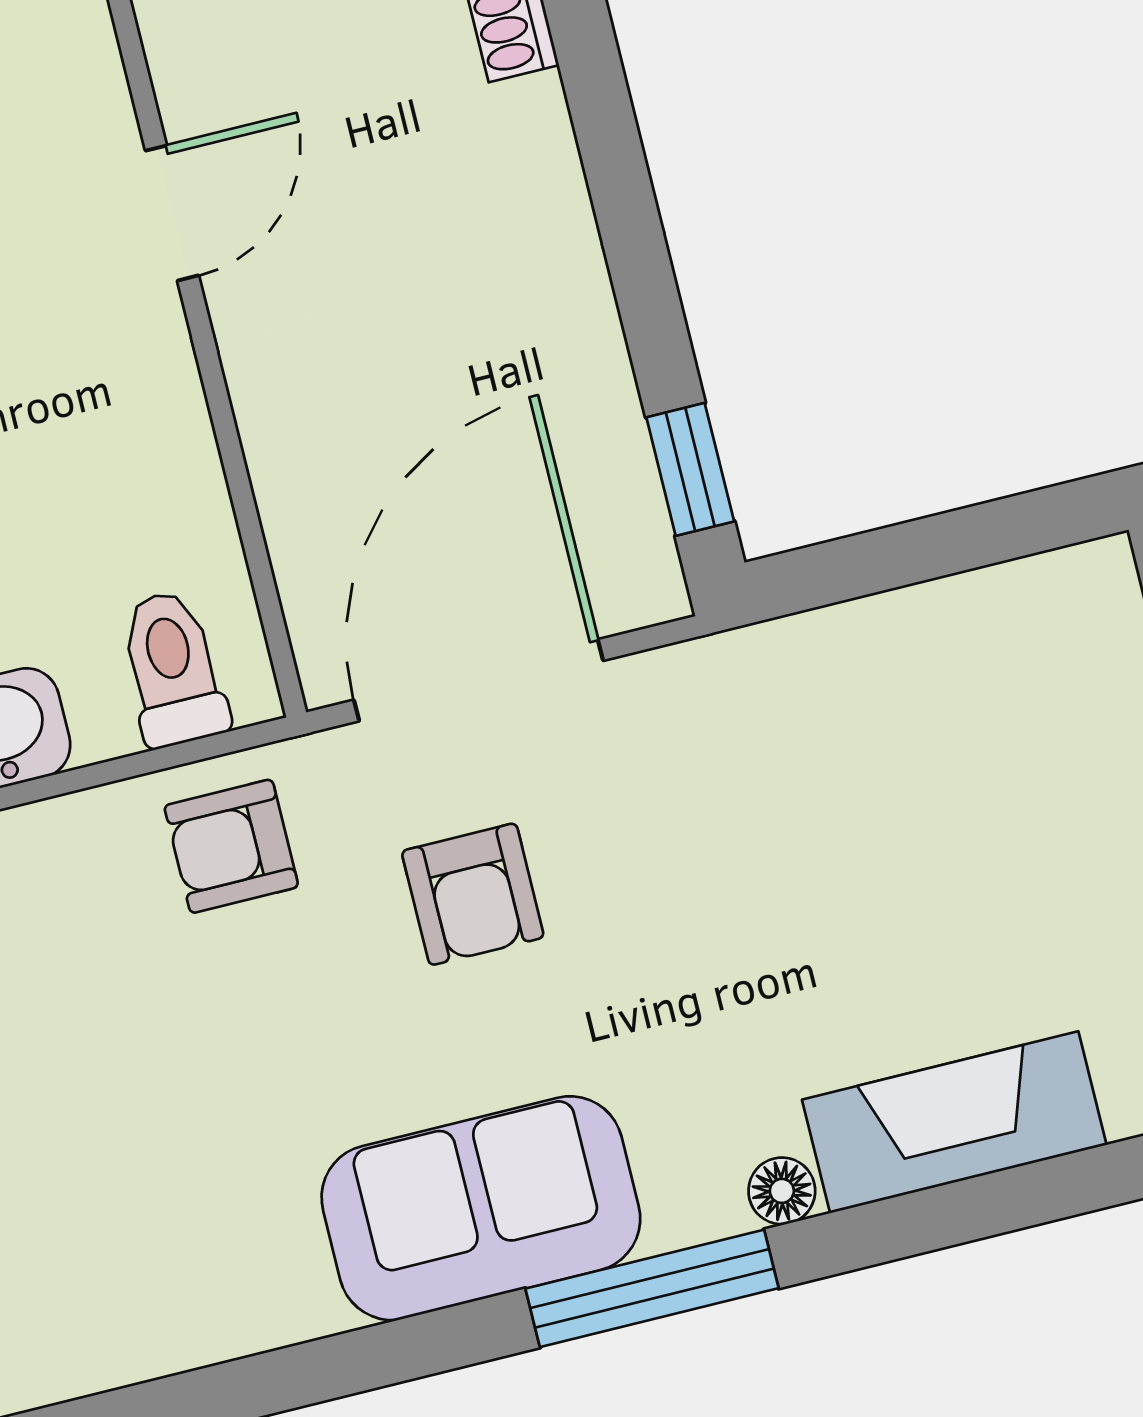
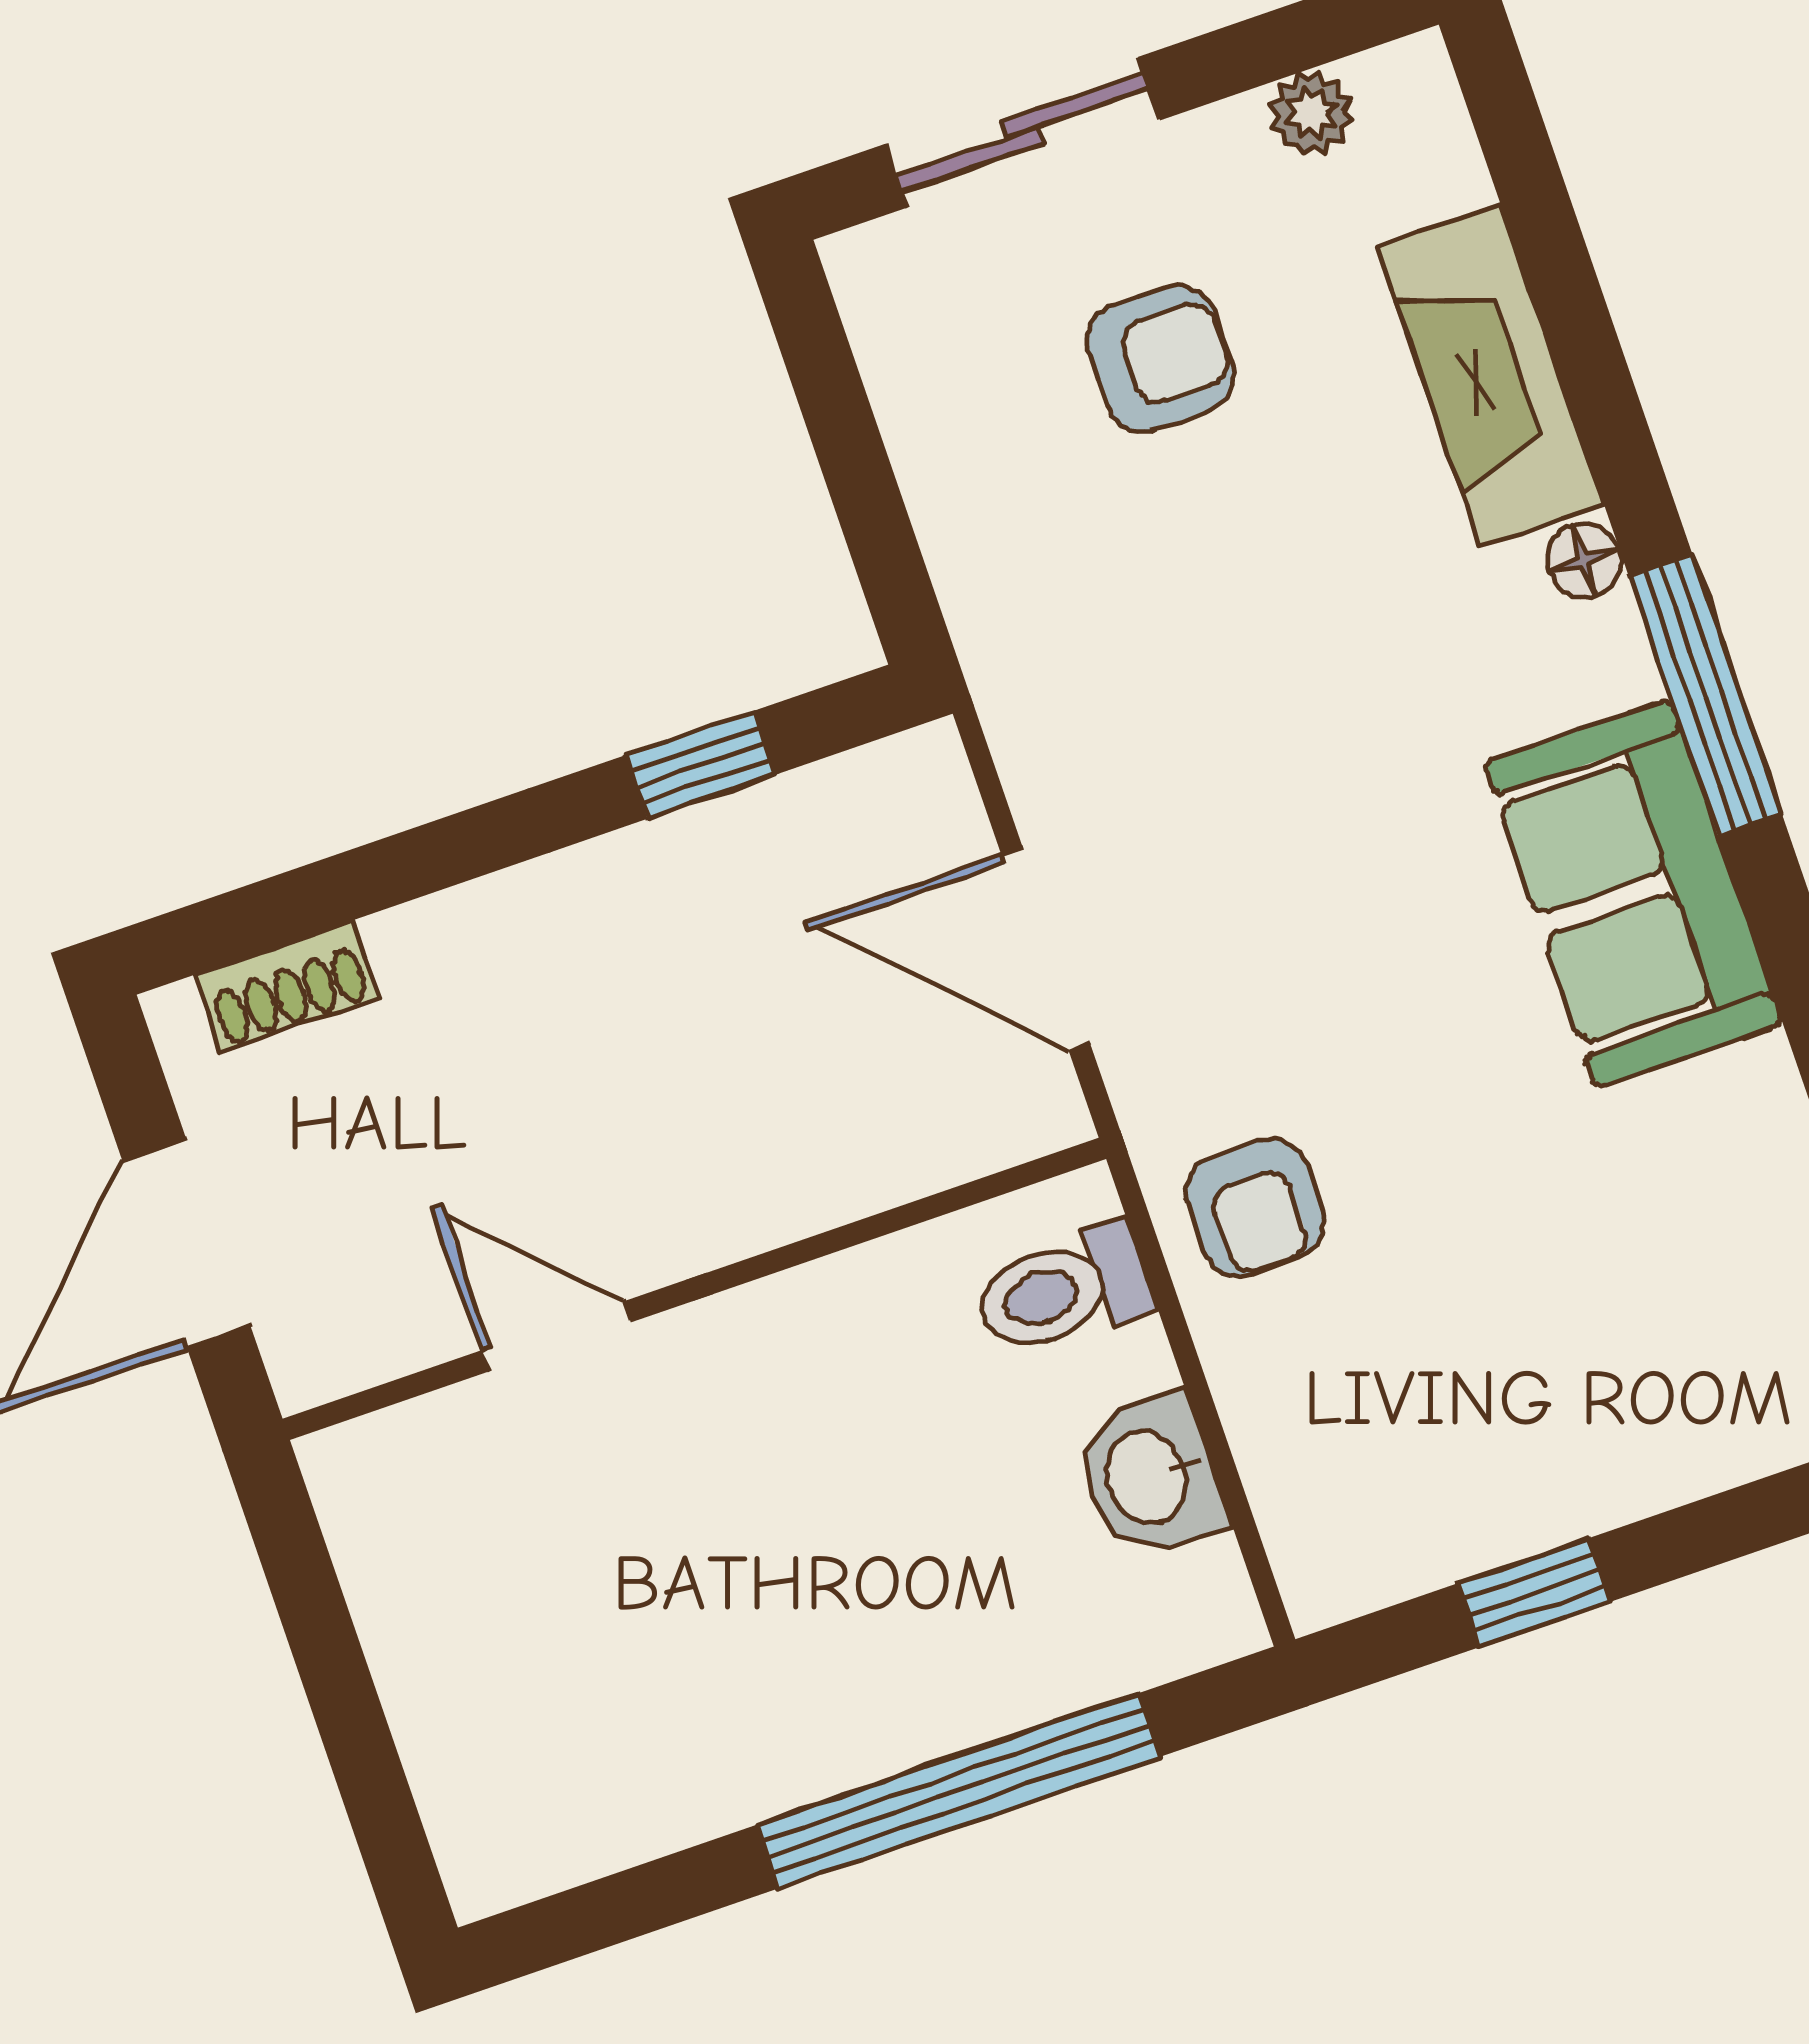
window: (690, 469) -> (701, 765), moved
door: (478, 680) -> (1046, 949), width x0.73
armchair: (473, 894) -> (1160, 358), moved

